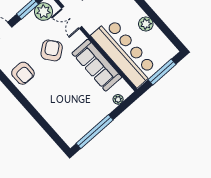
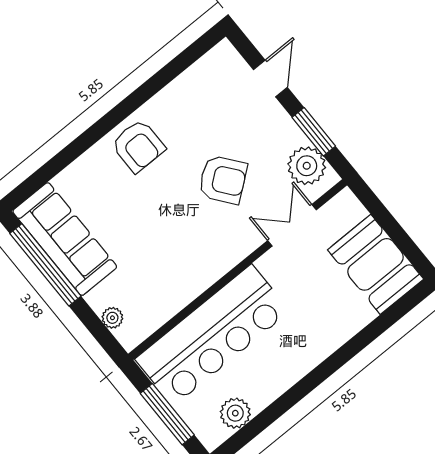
plant: (146, 24) -> (235, 413), moved
sofa: (97, 65) -> (65, 239), moved, turned 90
armchair: (23, 73) -> (138, 146), moved, turned -90

